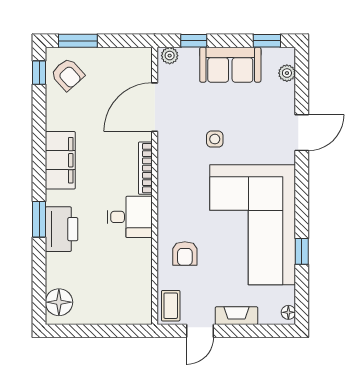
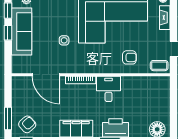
window: (194, 41) -> (8, 33), moved
plant: (170, 56) -> (16, 66), removed
sofa: (230, 65) -> (22, 32), width x1.36
fireplace: (236, 316) -> (165, 18), moved

